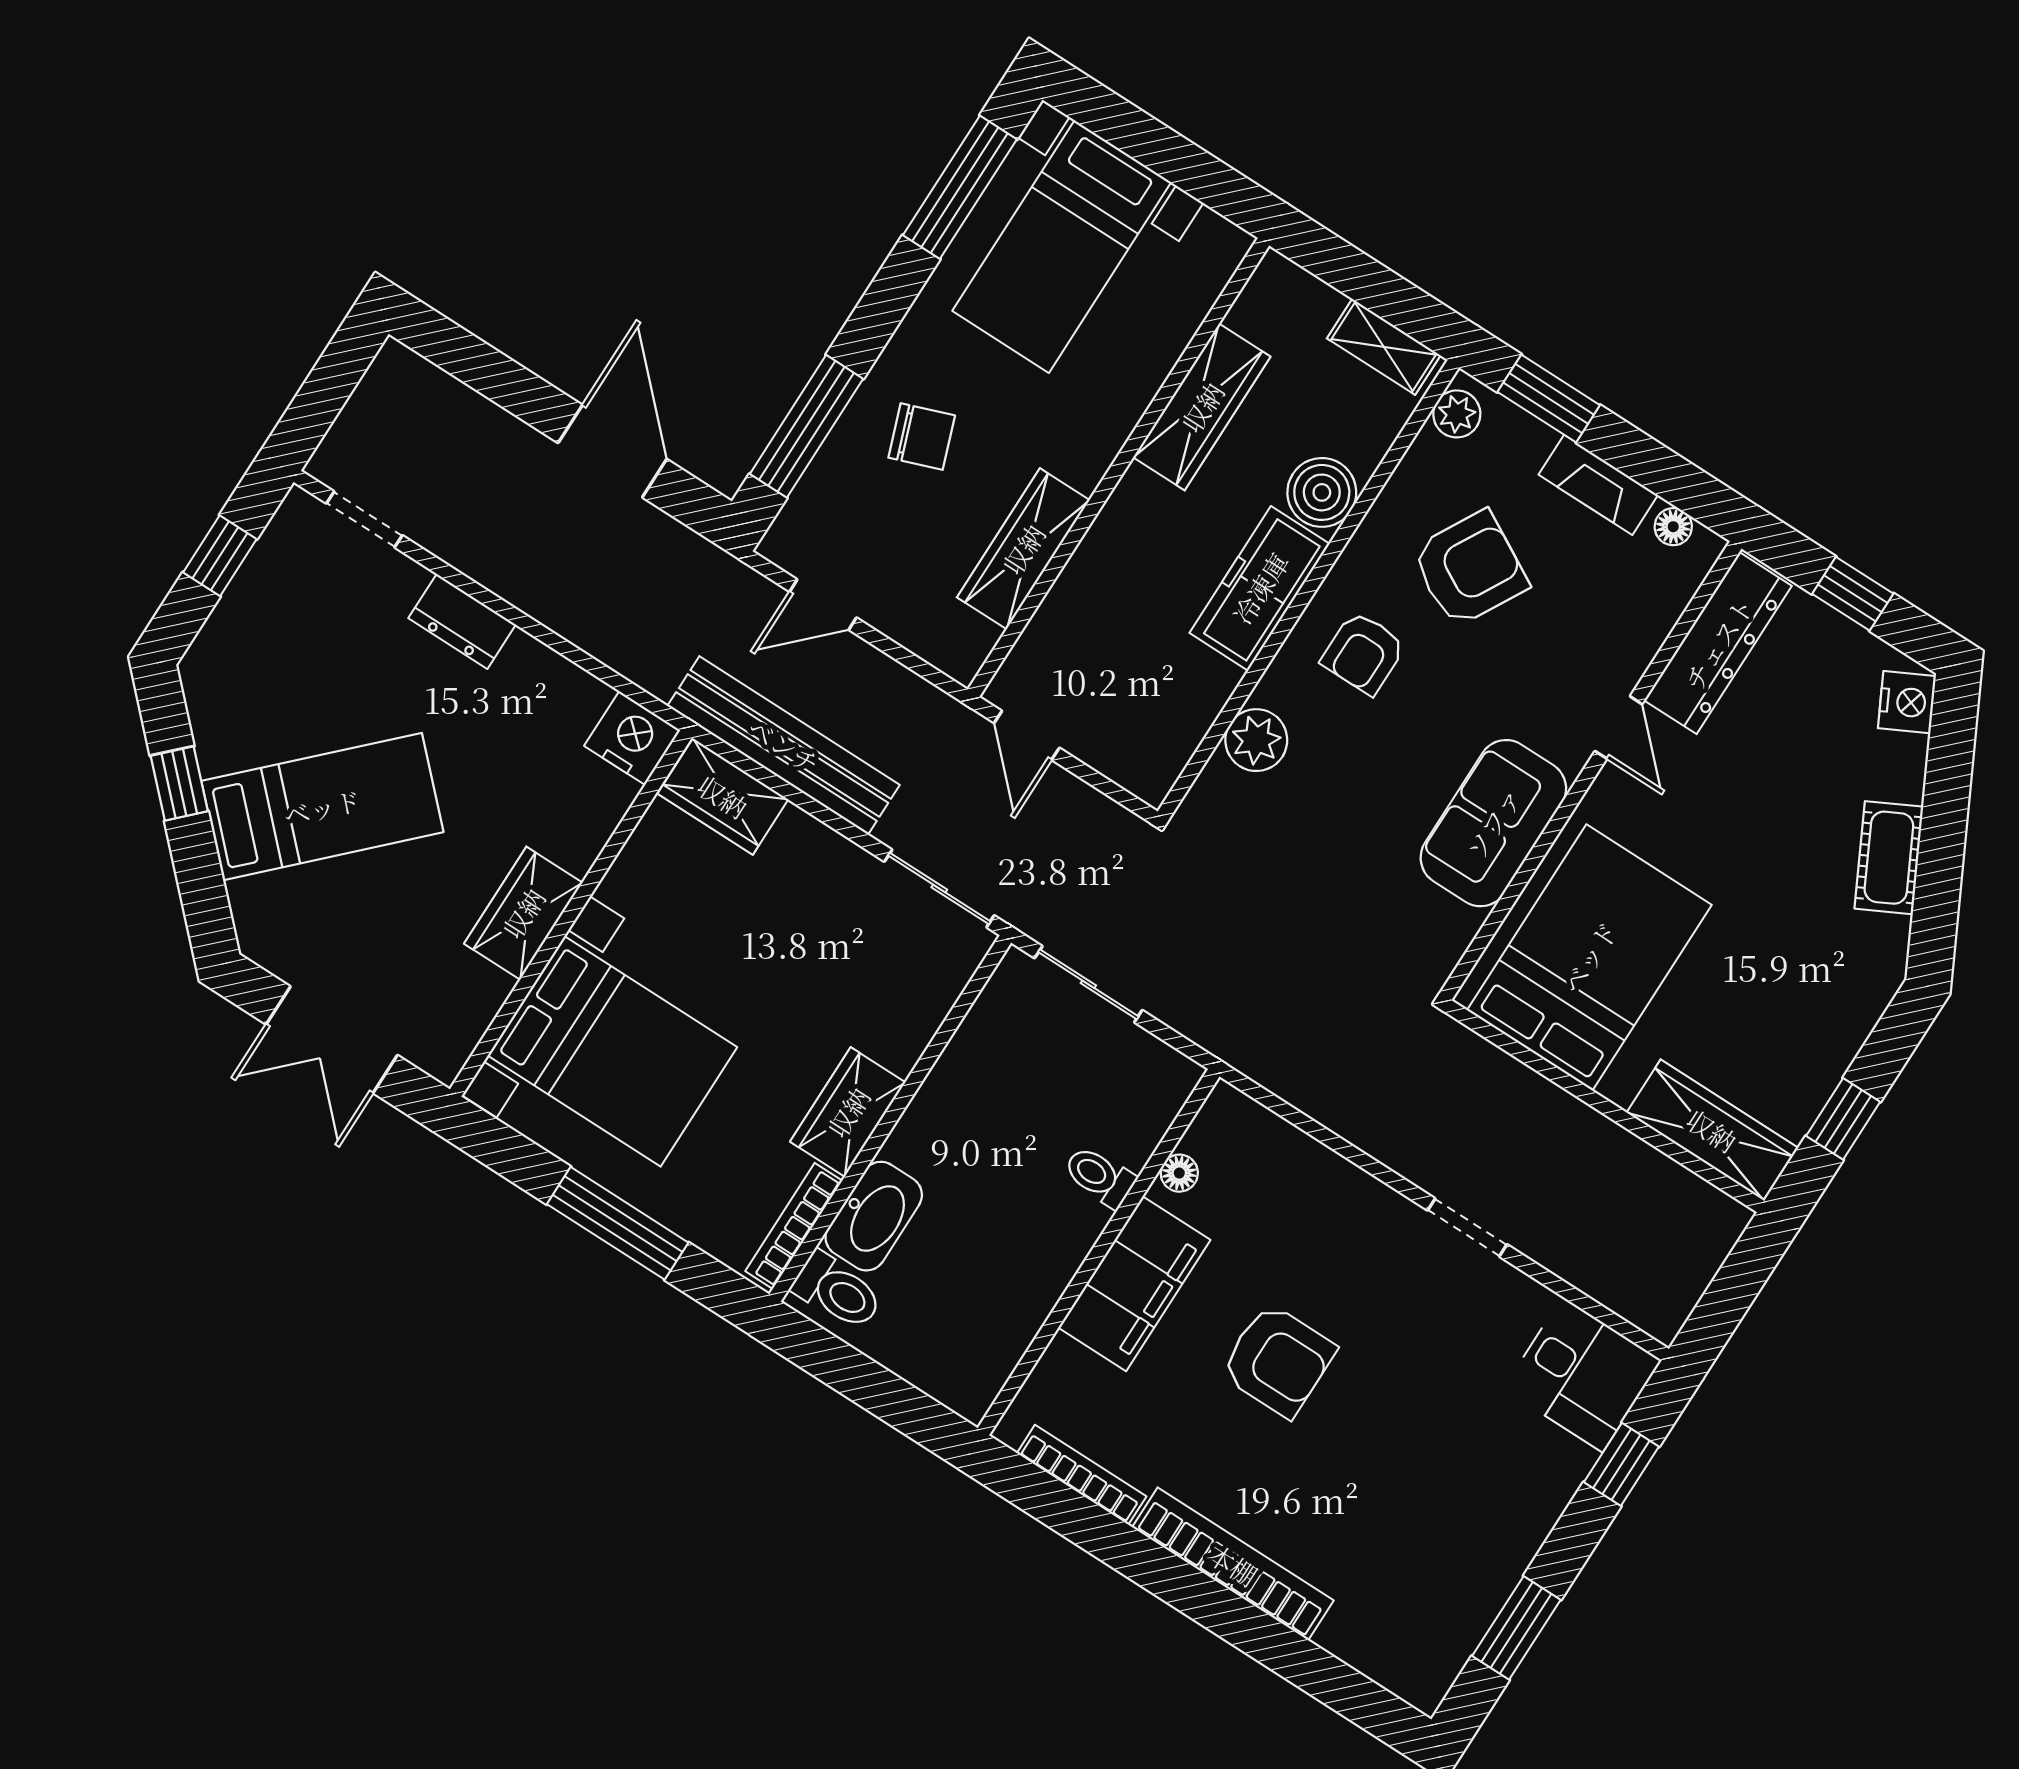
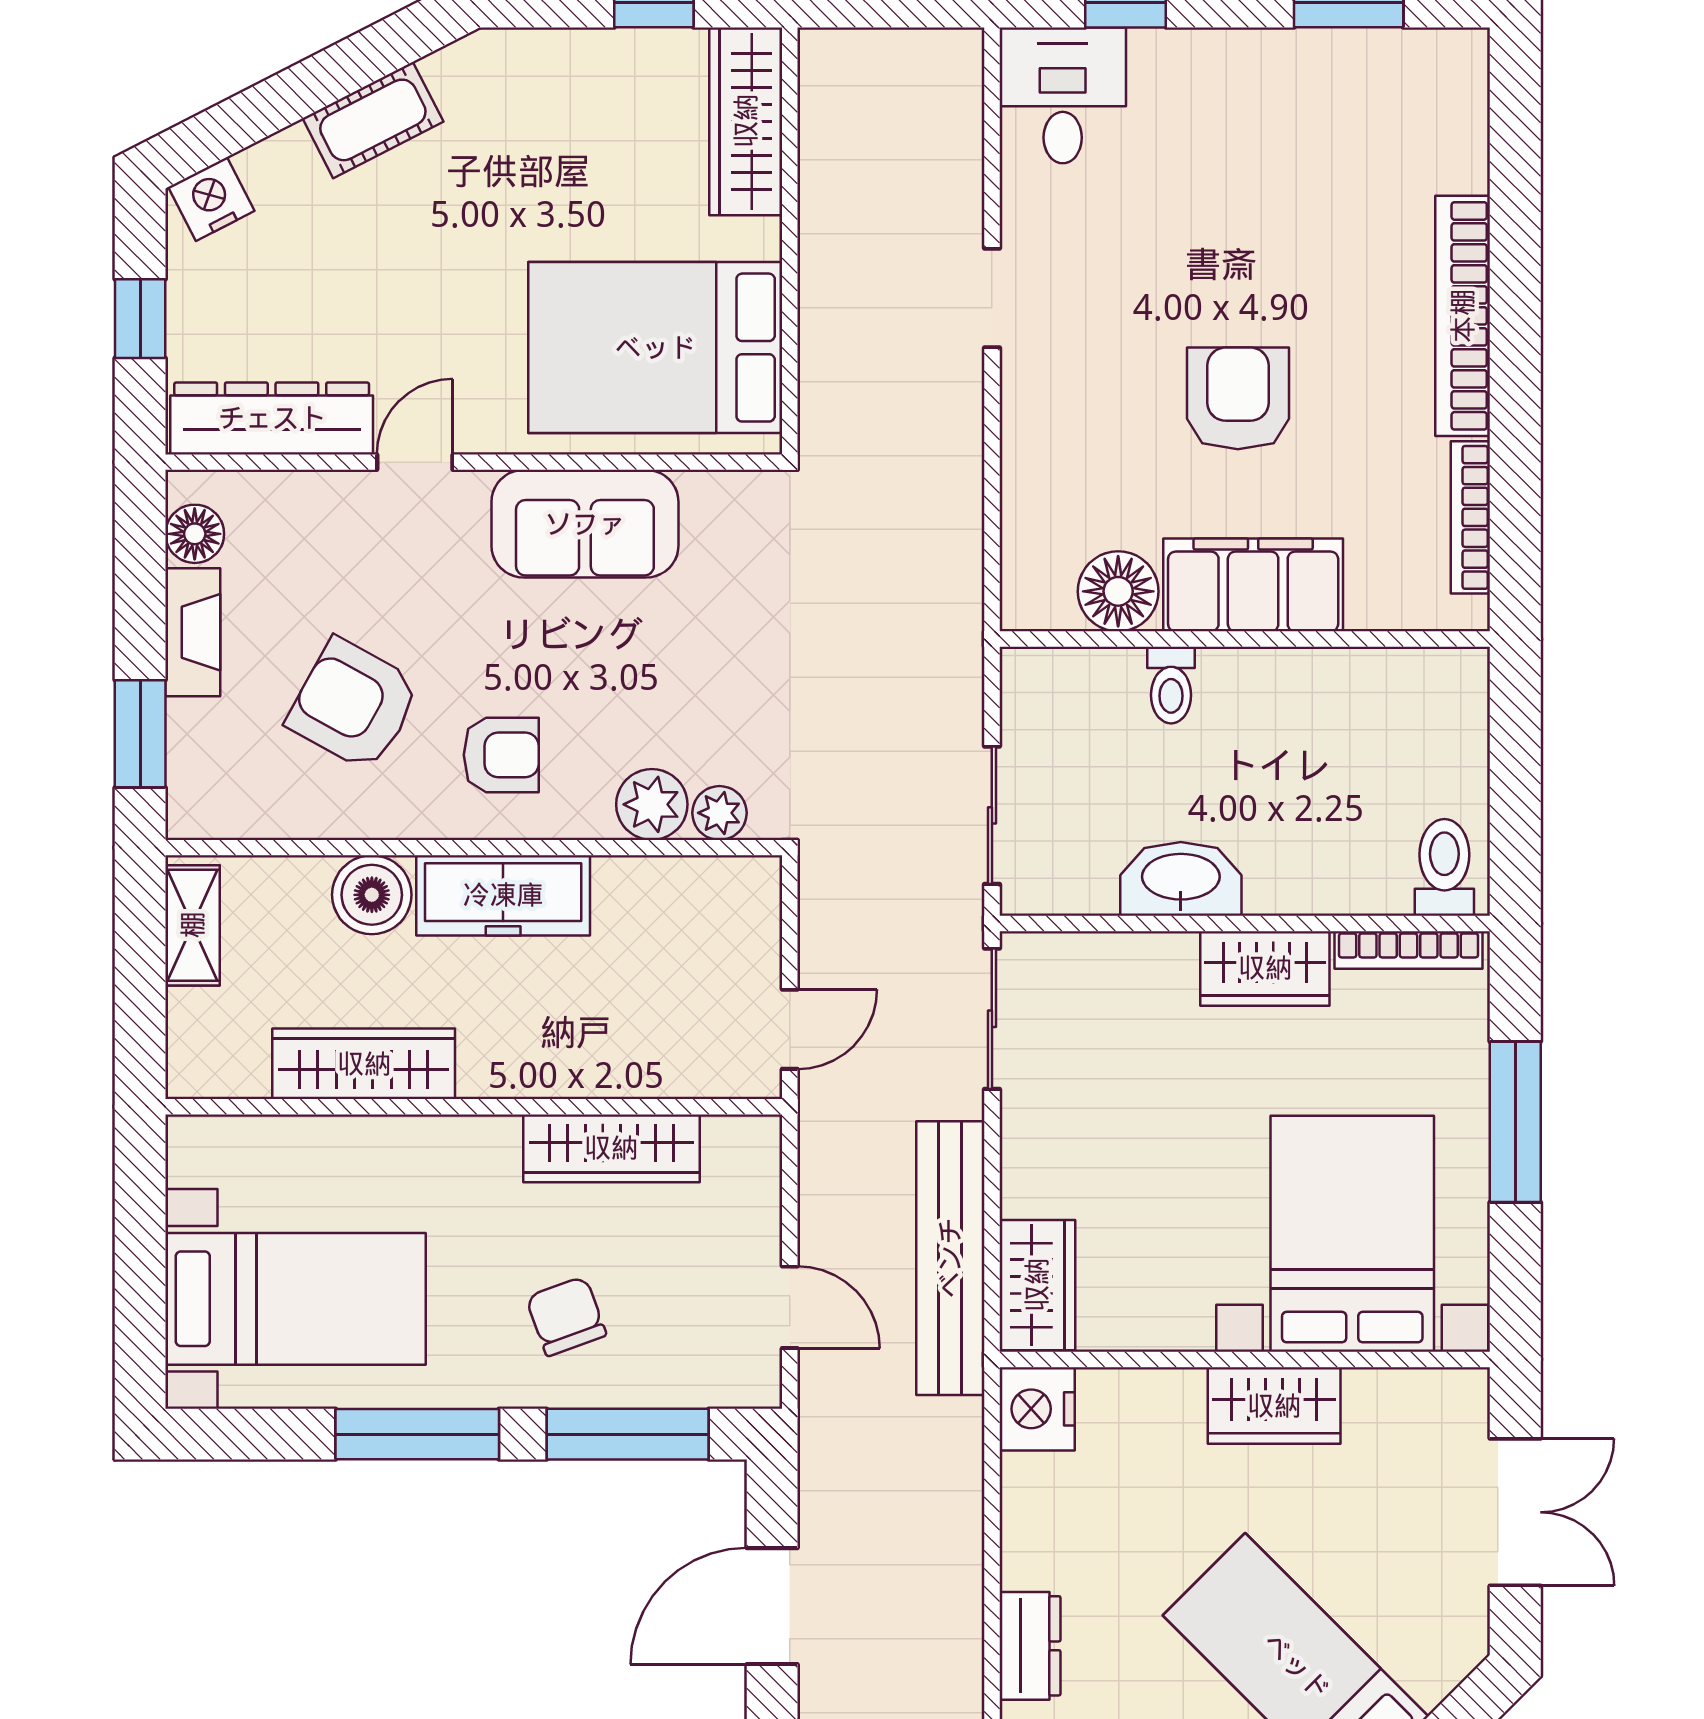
window: (960, 187) -> (417, 1434), moved
plant: (1457, 414) -> (719, 813), moved
floor lamp: (1673, 527) -> (195, 534), width x1.37, depth x1.37
floor lamp: (1179, 1173) -> (1118, 591), width x1.89, depth x1.89
washbasin: (874, 1216) -> (1181, 879), moved

